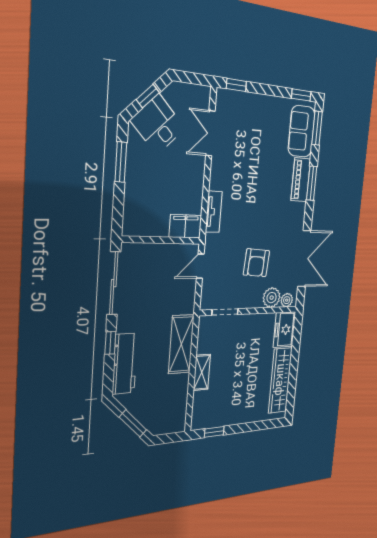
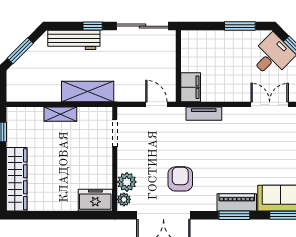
armchair: (256, 263) -> (180, 179), moved, turned 86
wardrobe: (280, 380) -> (17, 179), moved, turned 90

